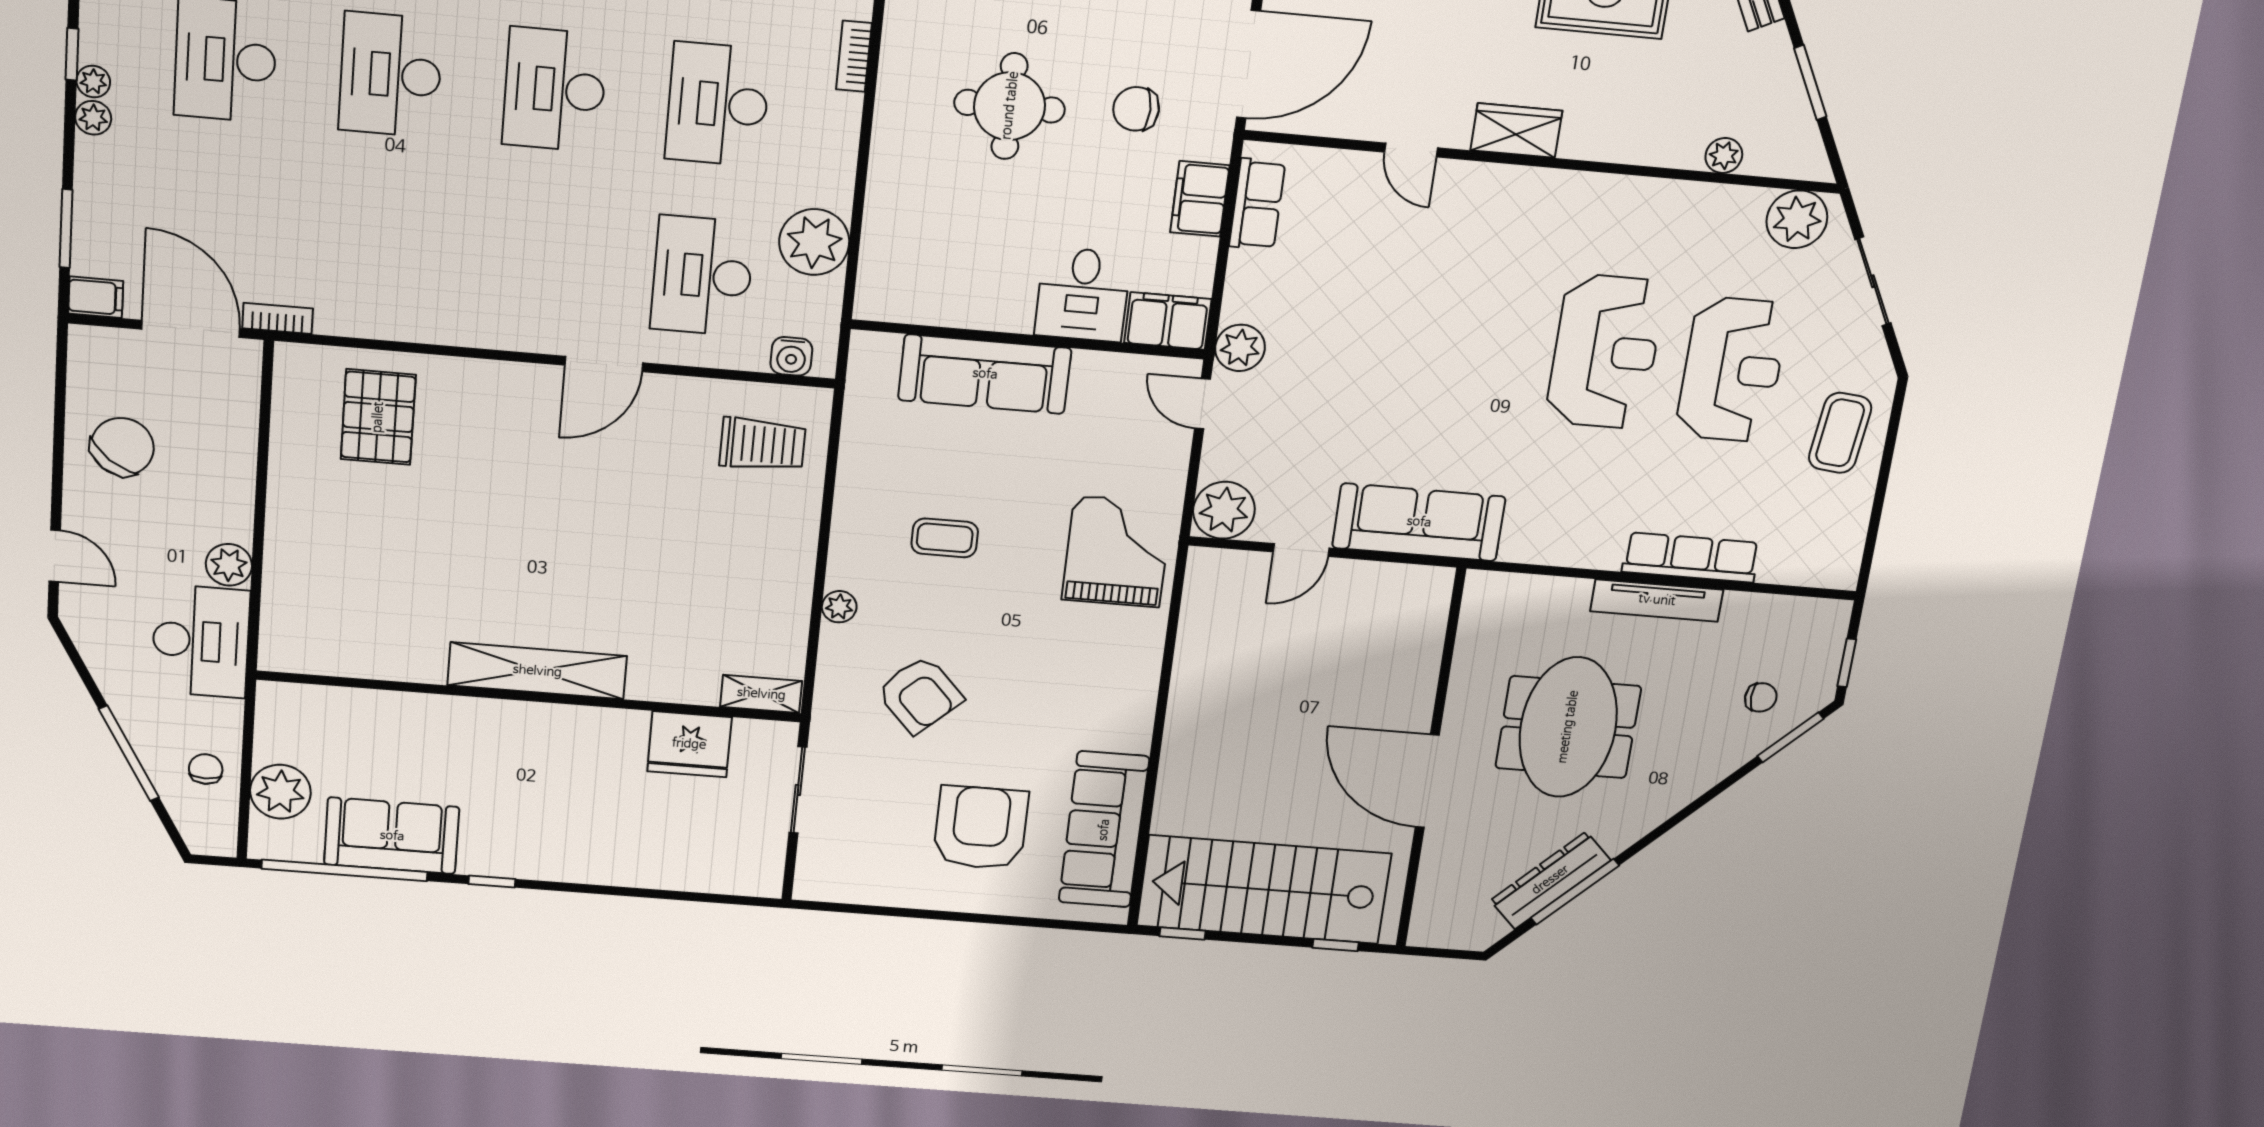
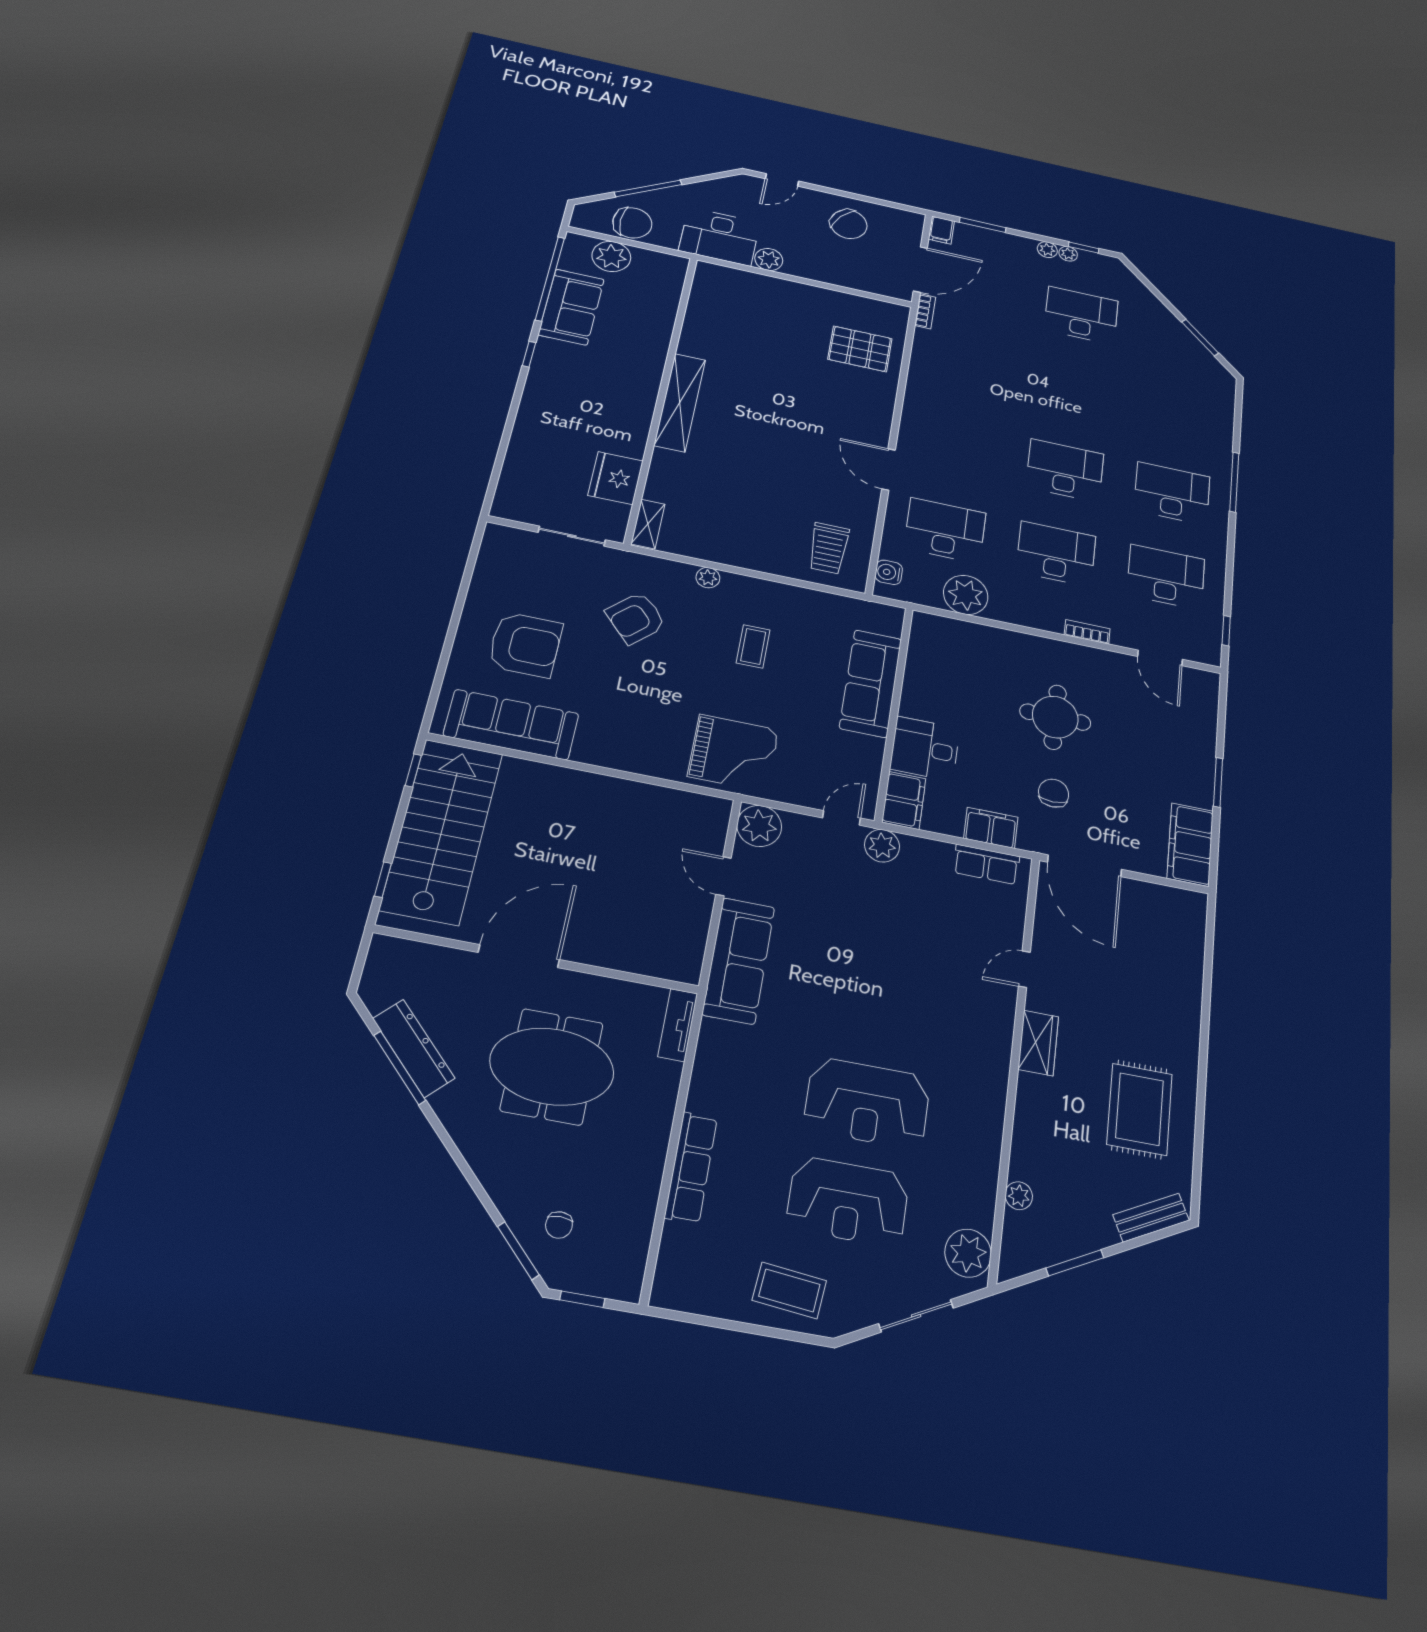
desk: (391, 75) -> (1073, 391), removed
tv unit: (1657, 600) -> (678, 1025), moved, width x0.71
chair: (206, 769) -> (632, 223), width x1.87, depth x1.87

